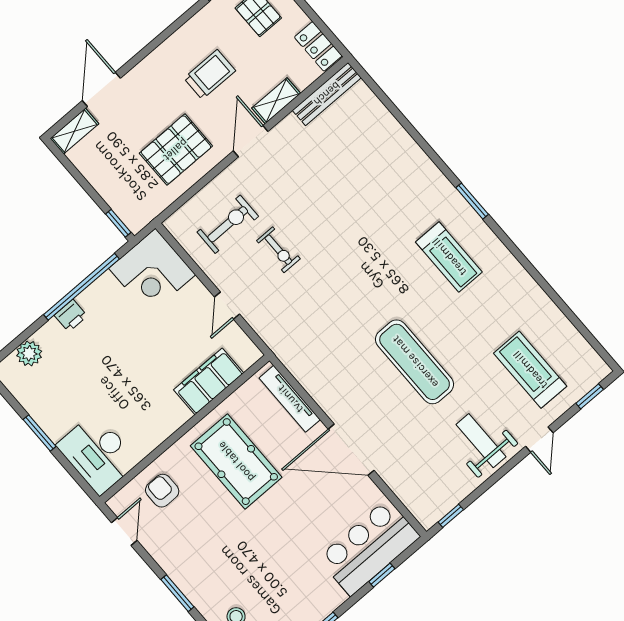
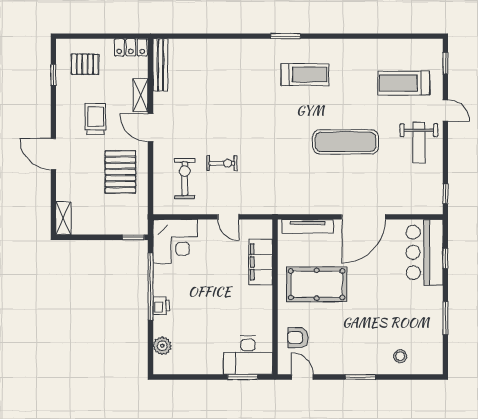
door: (101, 89) -> (53, 154), moved
window: (39, 433) -> (243, 377), moved
weight bench: (481, 441) -> (419, 143), turned -90

